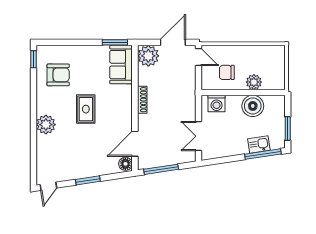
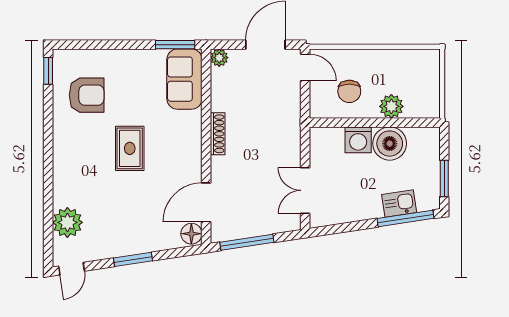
plant: (148, 56) -> (219, 58), width x0.53, depth x0.53
chair: (227, 72) -> (349, 91), turned -90
washing machine: (217, 104) -> (358, 140), moved
plant: (46, 125) -> (67, 222), moved

